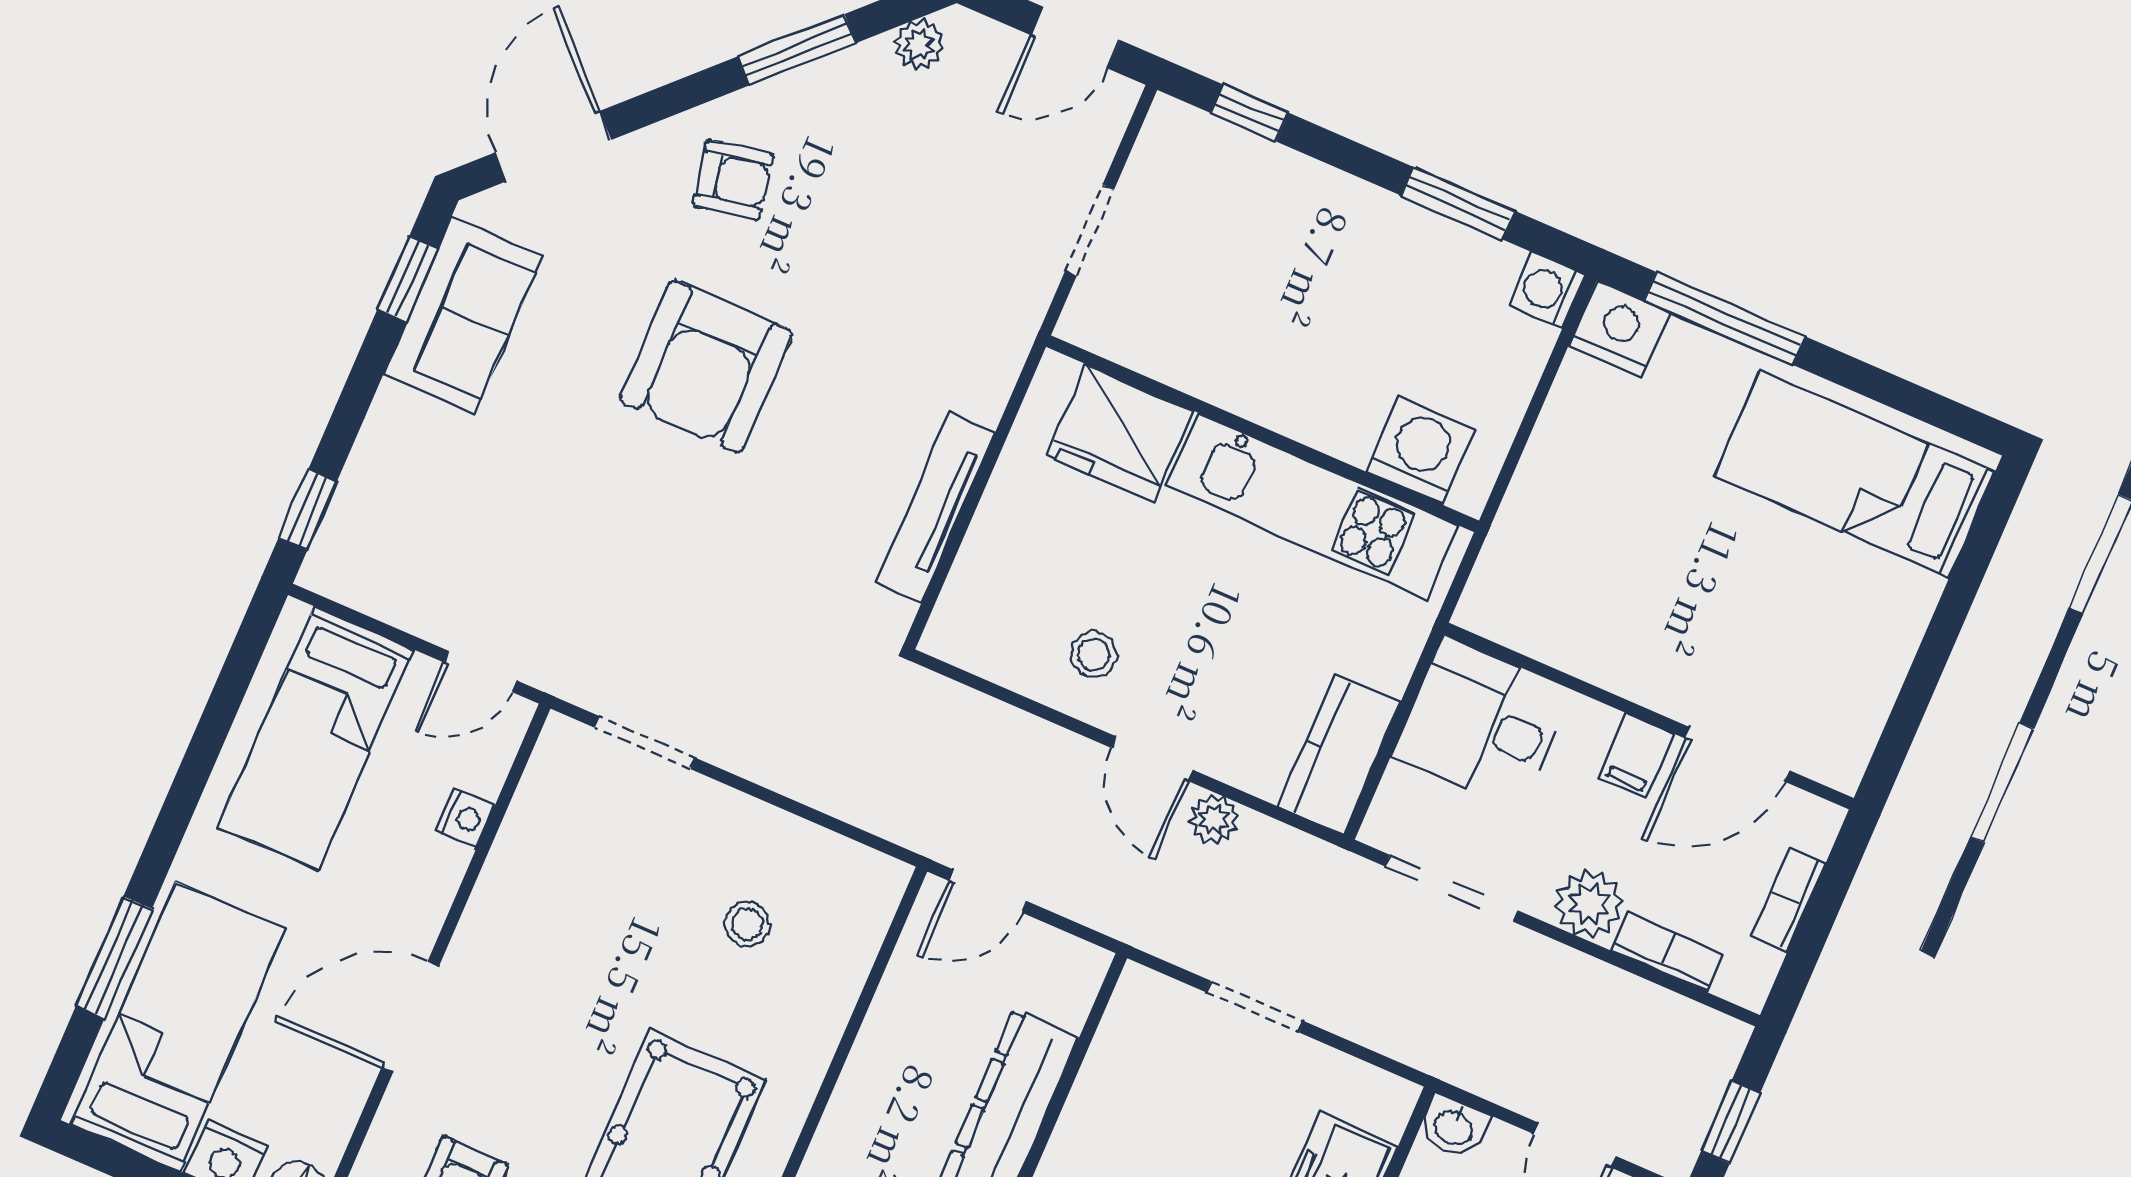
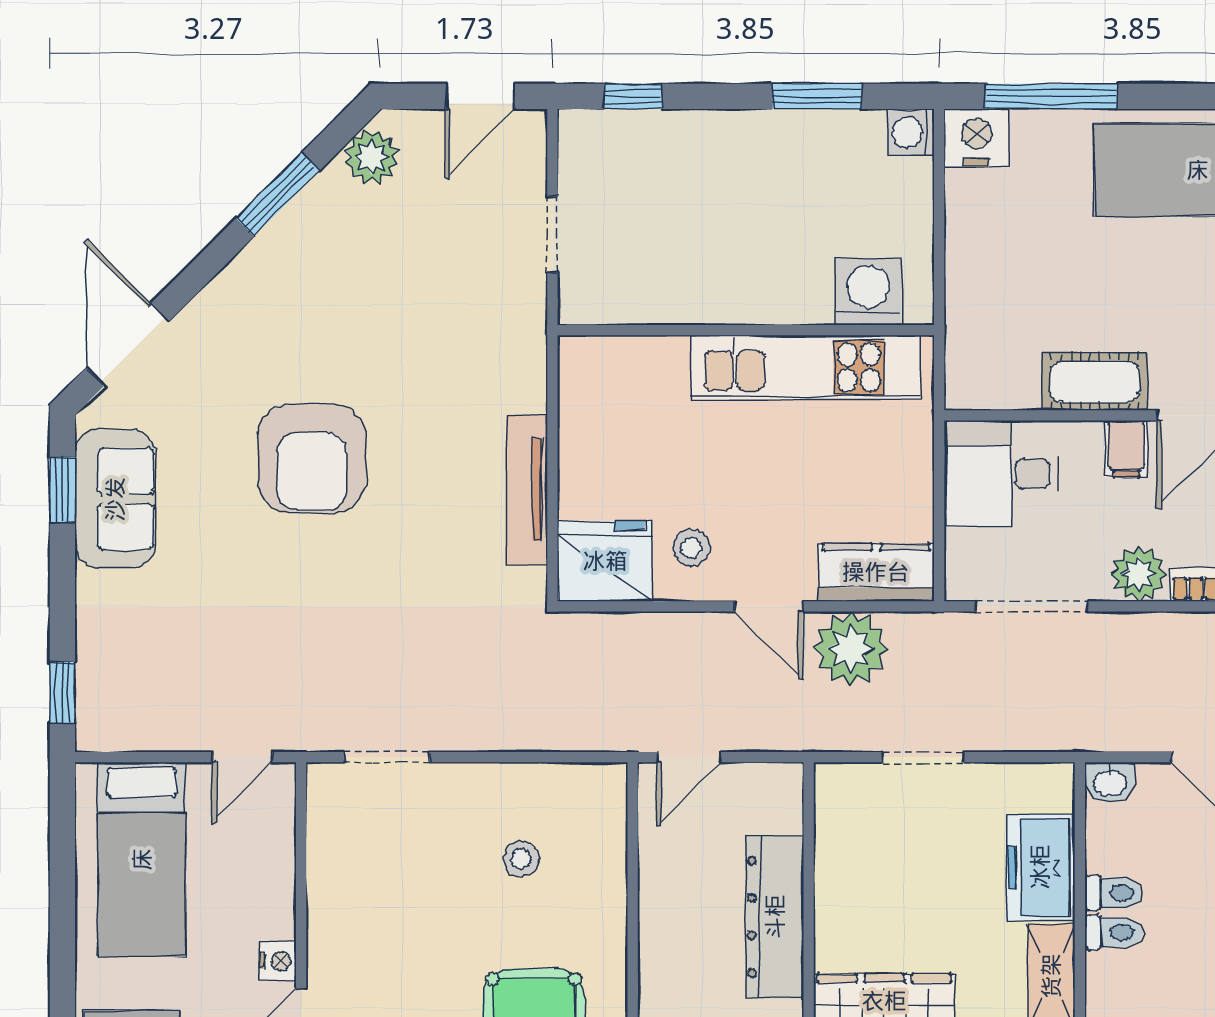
plant: (919, 45) -> (372, 157), width x1.38, depth x1.38
armchair: (733, 180) -> (272, 312), removed
fridge: (1120, 433) -> (605, 561), moved, turned 180
cot: (1634, 664) -> (1095, 382), added
kitchen counter: (1339, 755) -> (876, 572), moved, turned 90
nightstand: (465, 818) -> (278, 961), moved
plant: (1214, 819) -> (851, 649), width x1.88, depth x1.88

